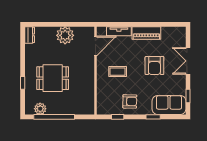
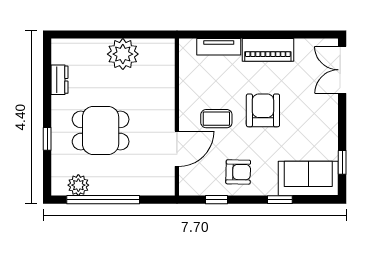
dresser: (30, 35) -> (59, 80), moved
door: (95, 46) -> (177, 149), moved
double door: (188, 61) -> (342, 70), moved
armchair: (154, 66) -> (263, 110), moved, turned 180

